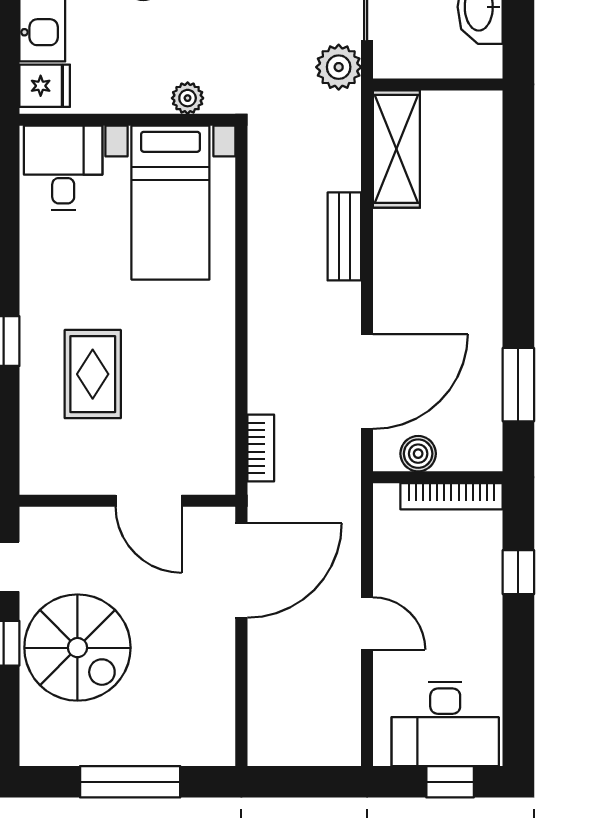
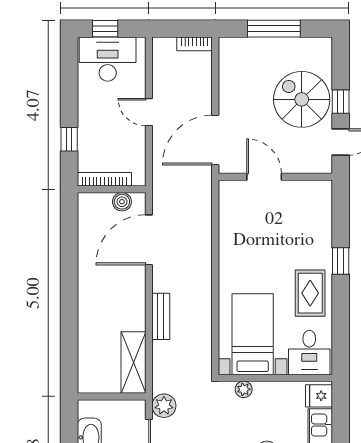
rug: (93, 374) -> (310, 293), moved
window: (518, 385) -> (69, 238), removed
bookcase: (261, 448) -> (194, 44), moved, turned -90

